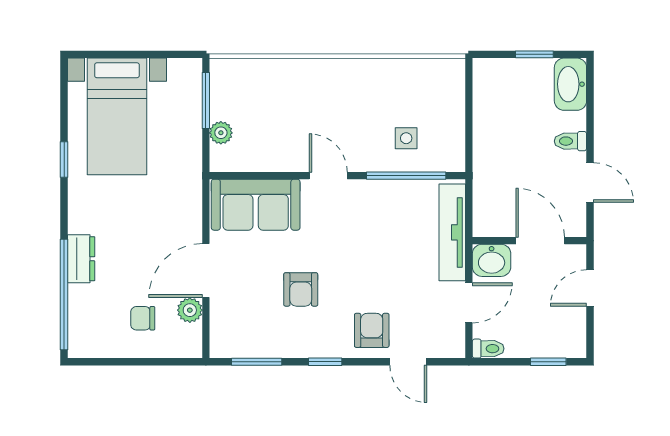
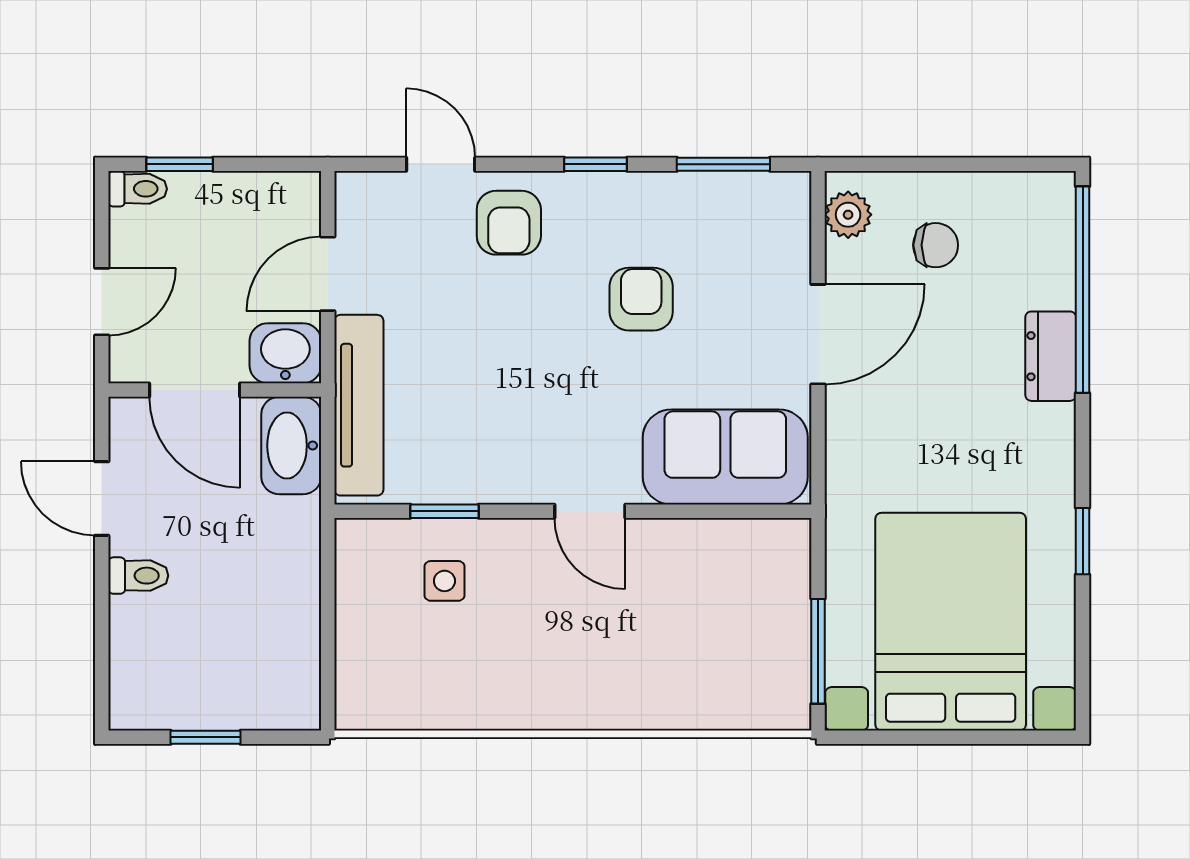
washbasin: (570, 84) -> (291, 446), moved, turned 180
bed with nightstands: (117, 116) -> (951, 622), width x1.36
plant: (221, 133) -> (790, 591), removed
window: (406, 176) -> (444, 511), width x0.46
plant: (190, 310) -> (848, 215), moved
toilet: (488, 349) -> (138, 189), moved, turned 180

